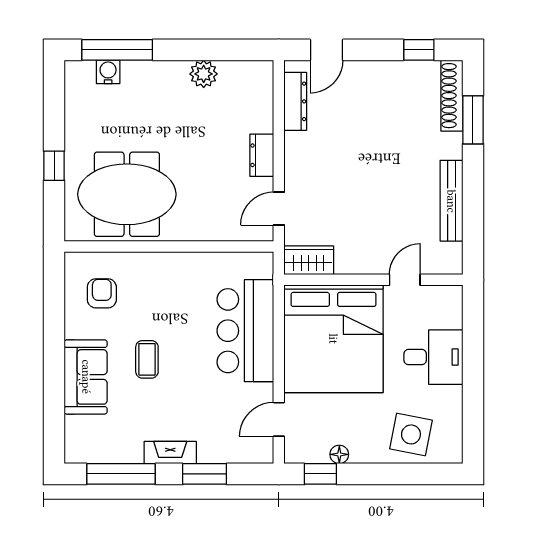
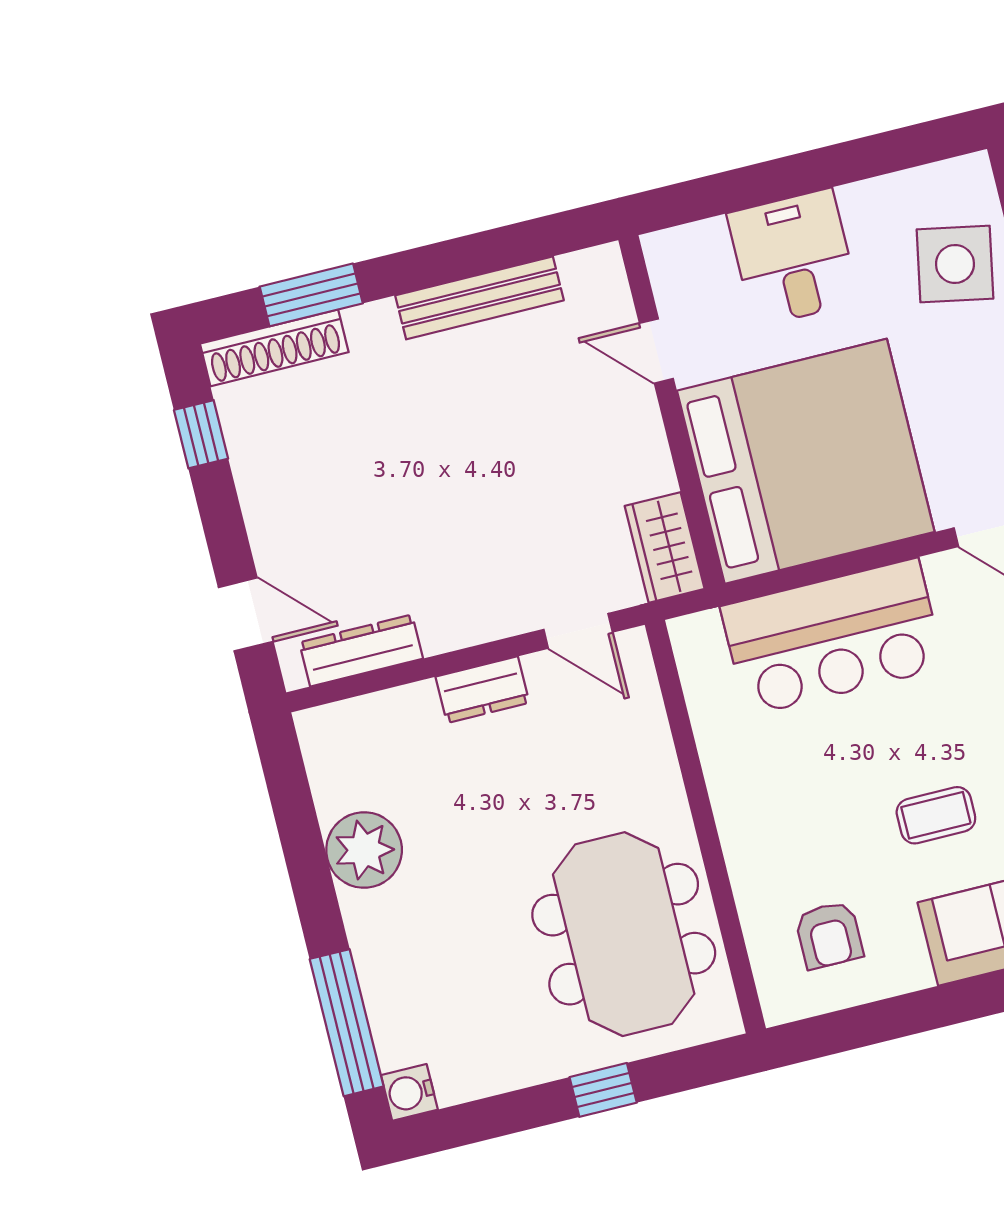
water cooler: (108, 72) -> (409, 1092), moved
plant: (204, 74) -> (364, 850), width x1.36, depth x1.36
armchair: (102, 293) -> (829, 935), turned -90

